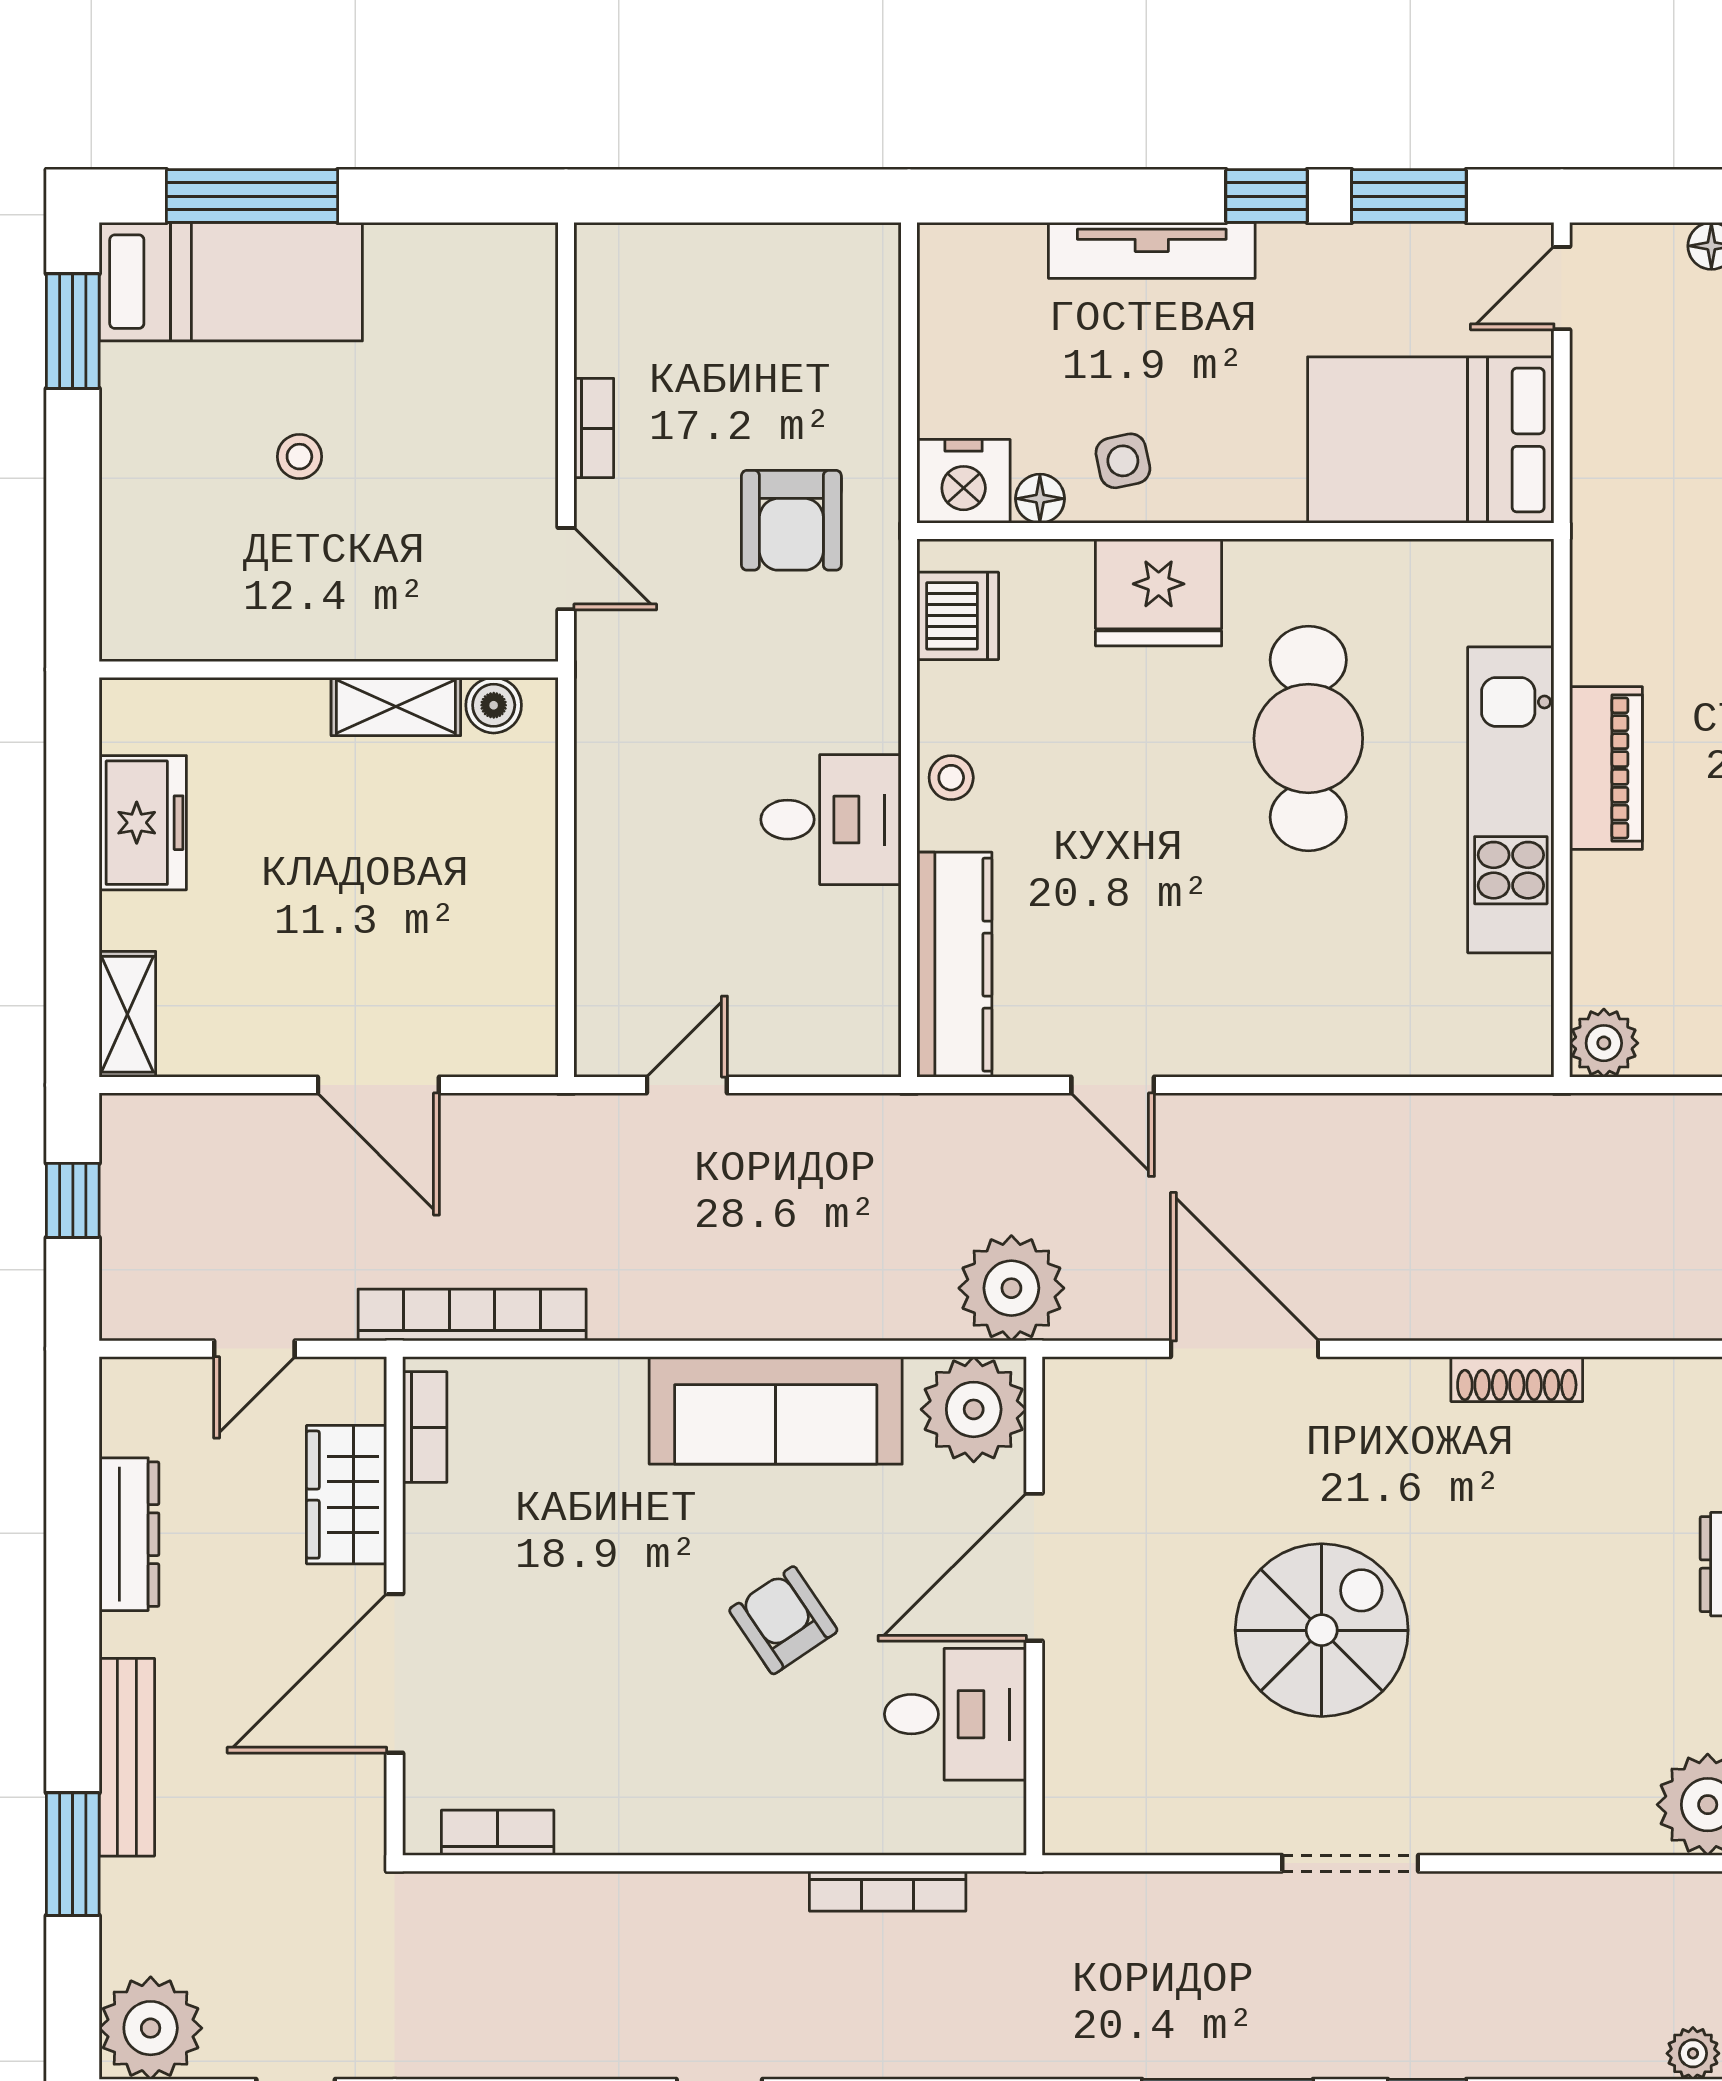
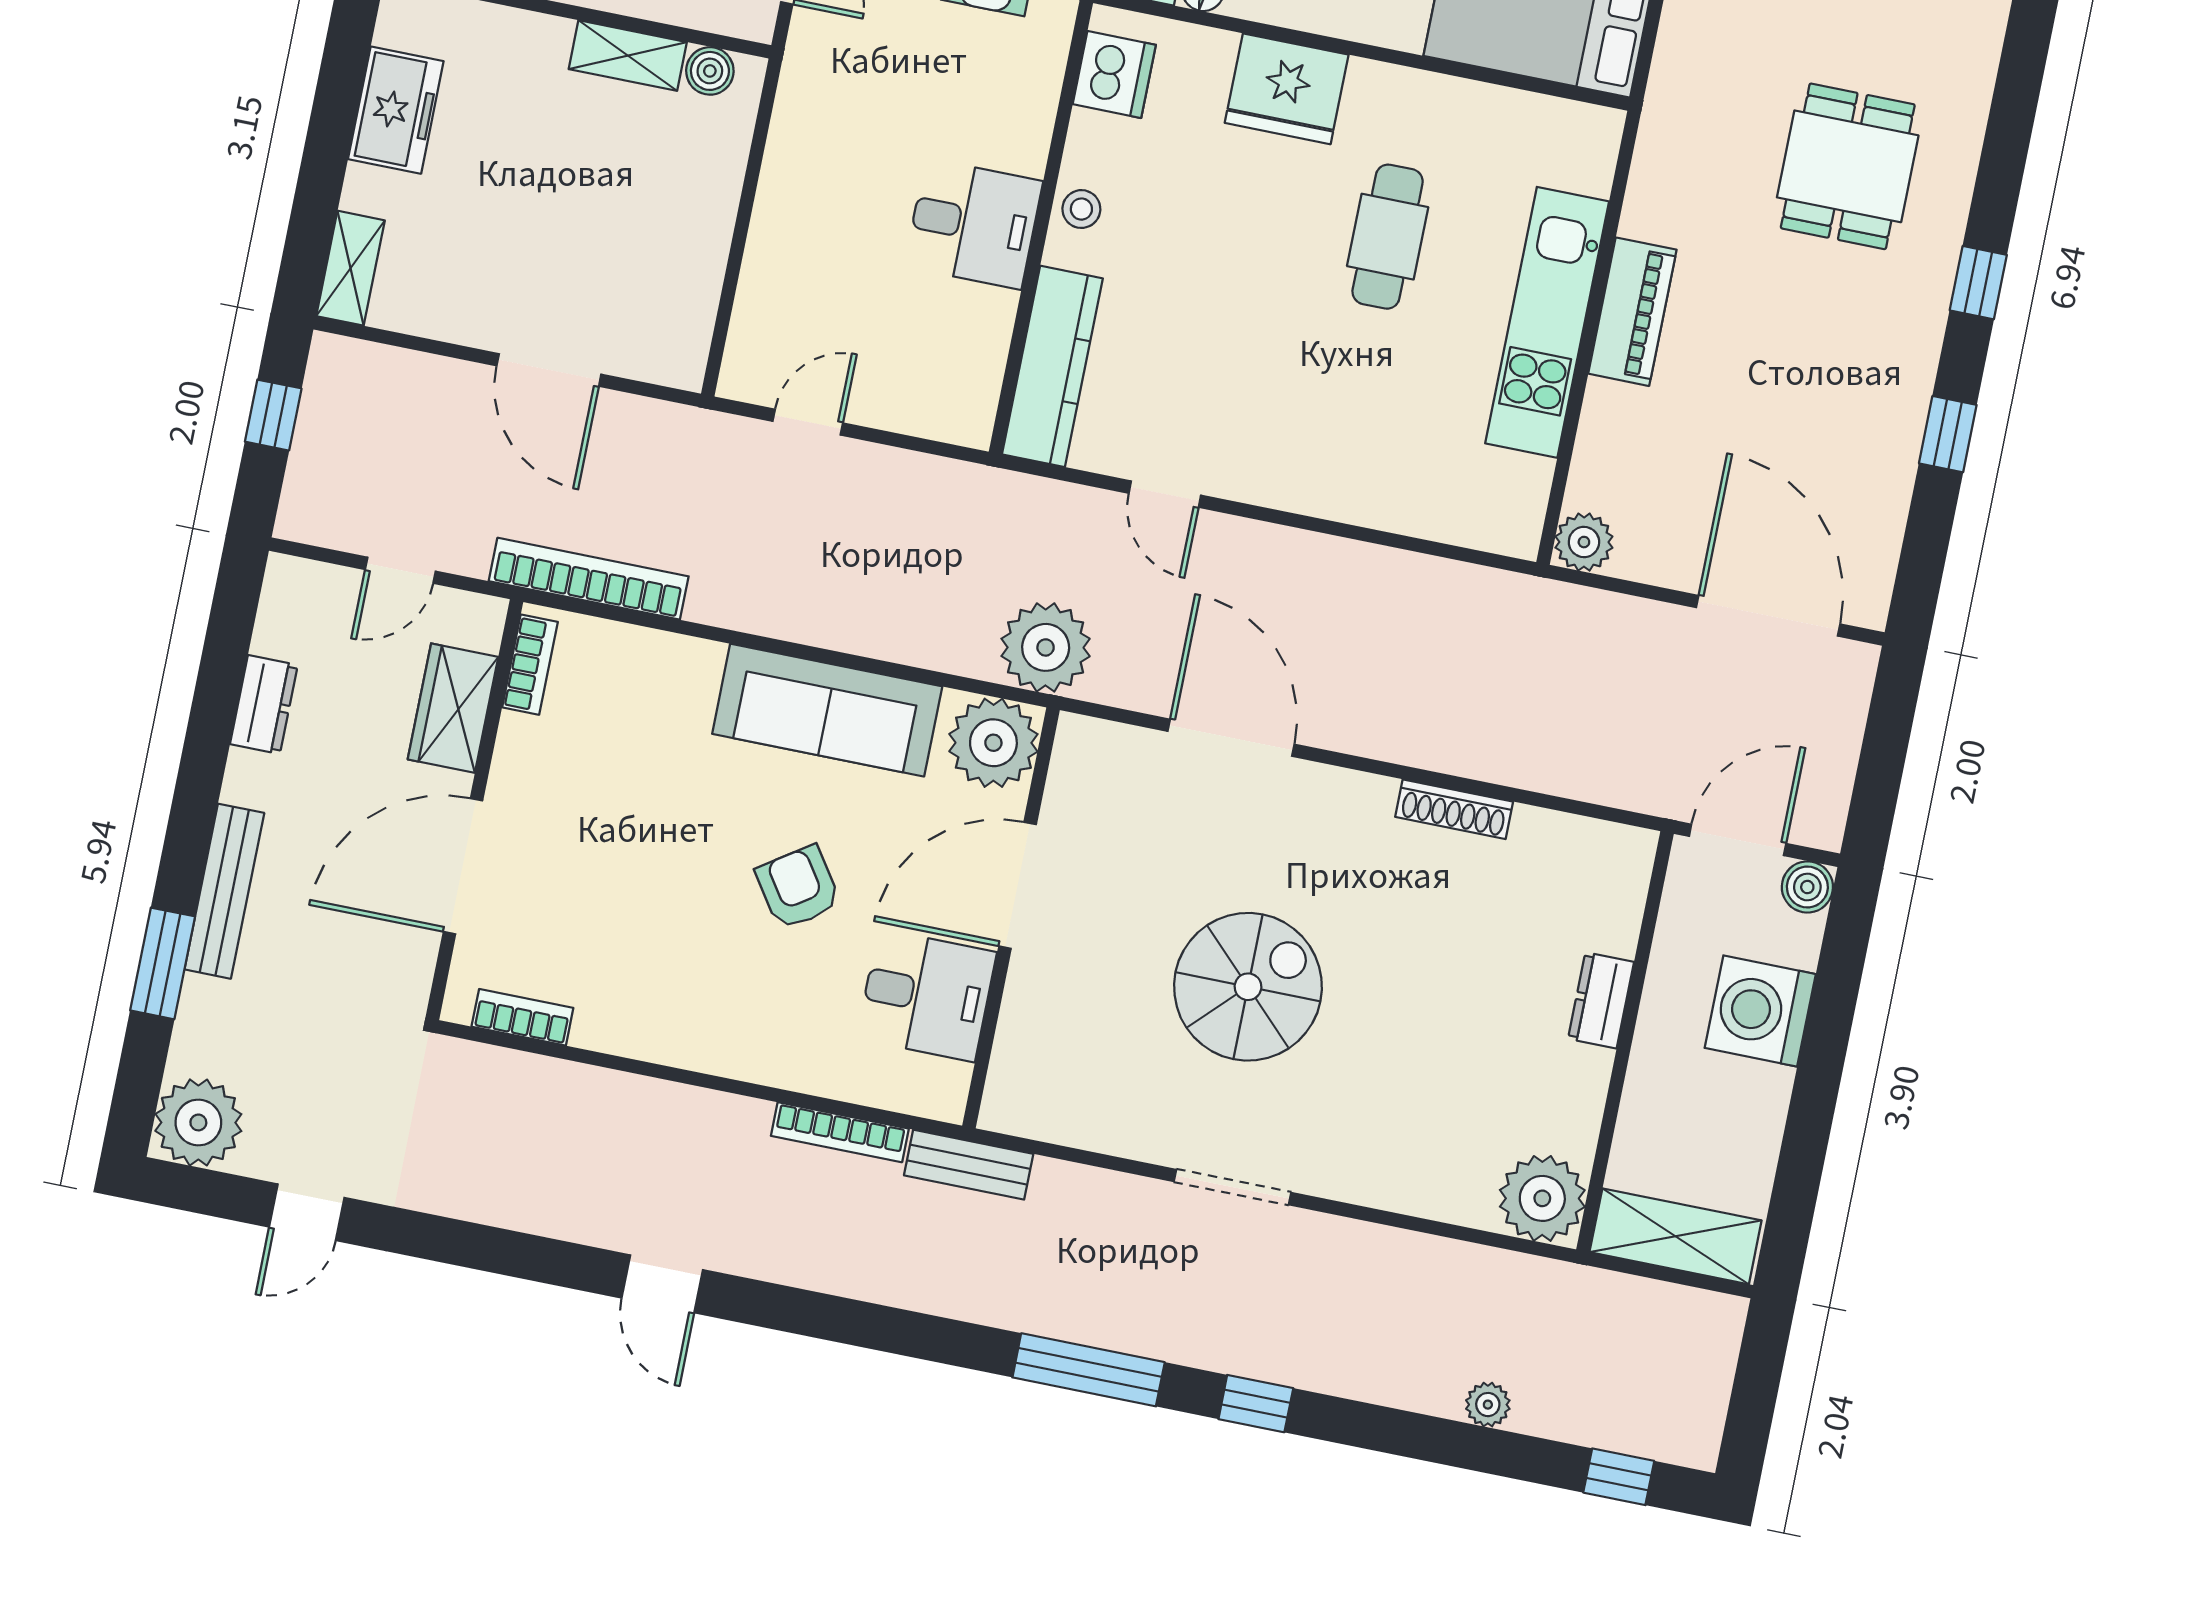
cafe table: (1308, 738) -> (1388, 237), width x0.73, depth x0.74
dresser: (129, 1534) -> (264, 705), width x0.70
bench: (1043, 1898) -> (969, 1165), added

